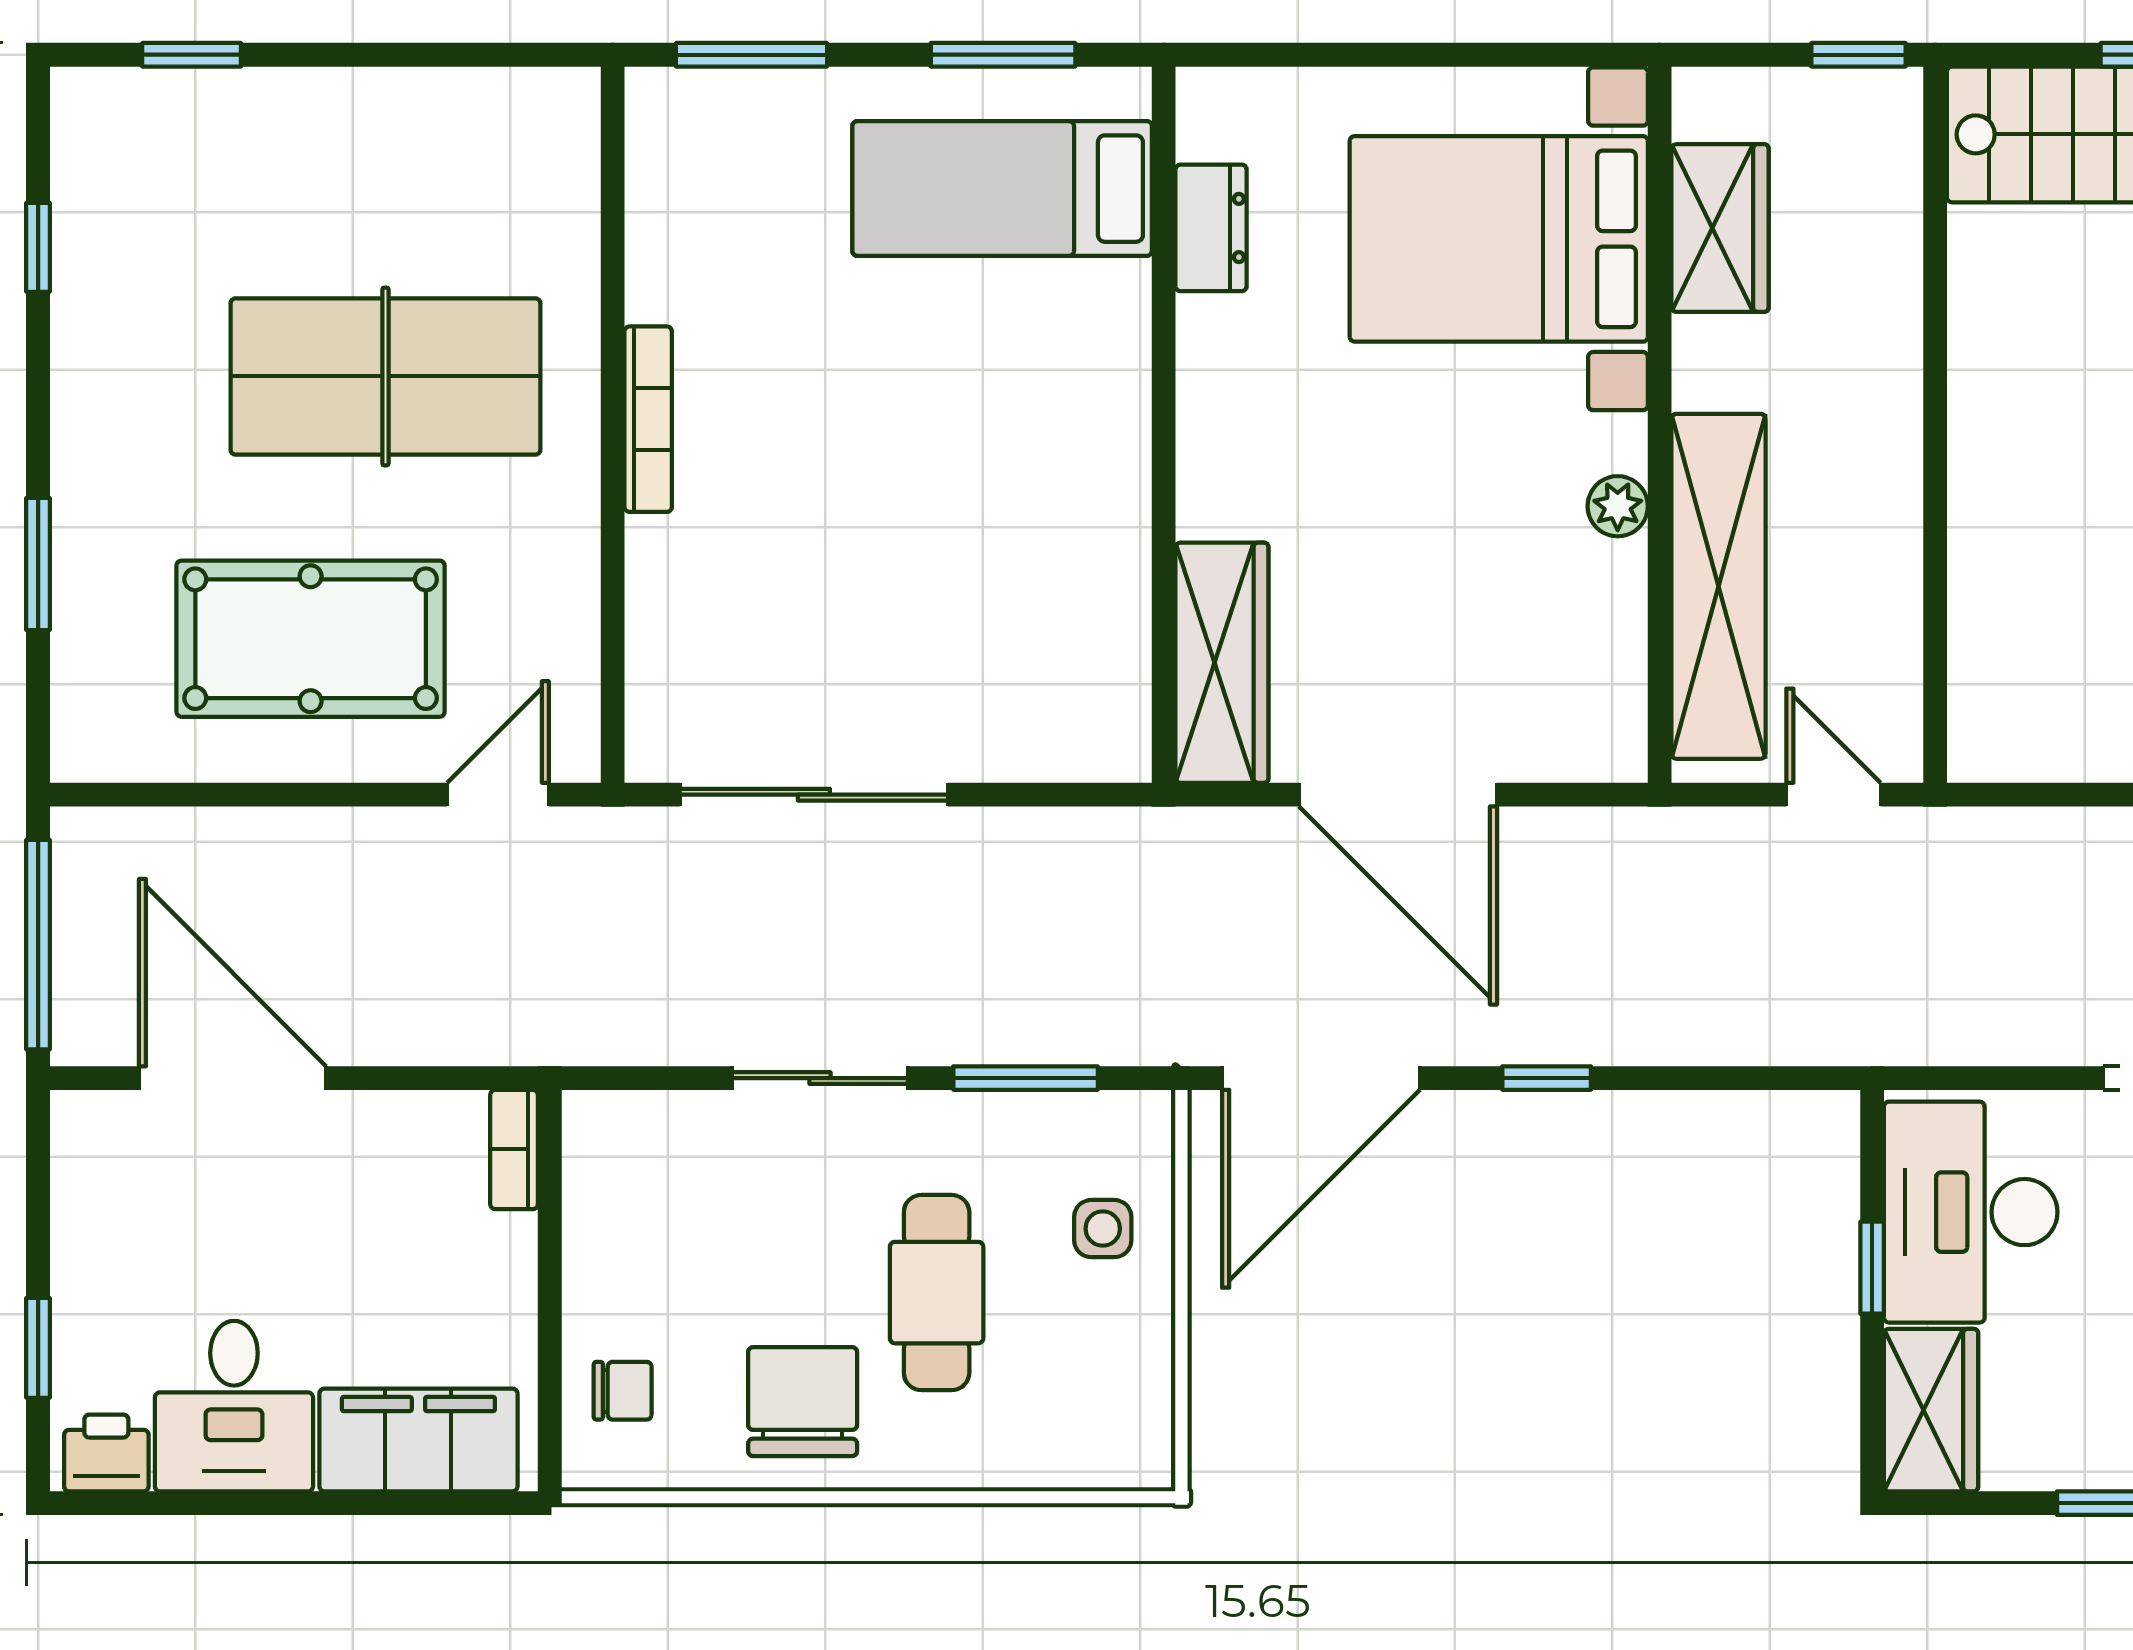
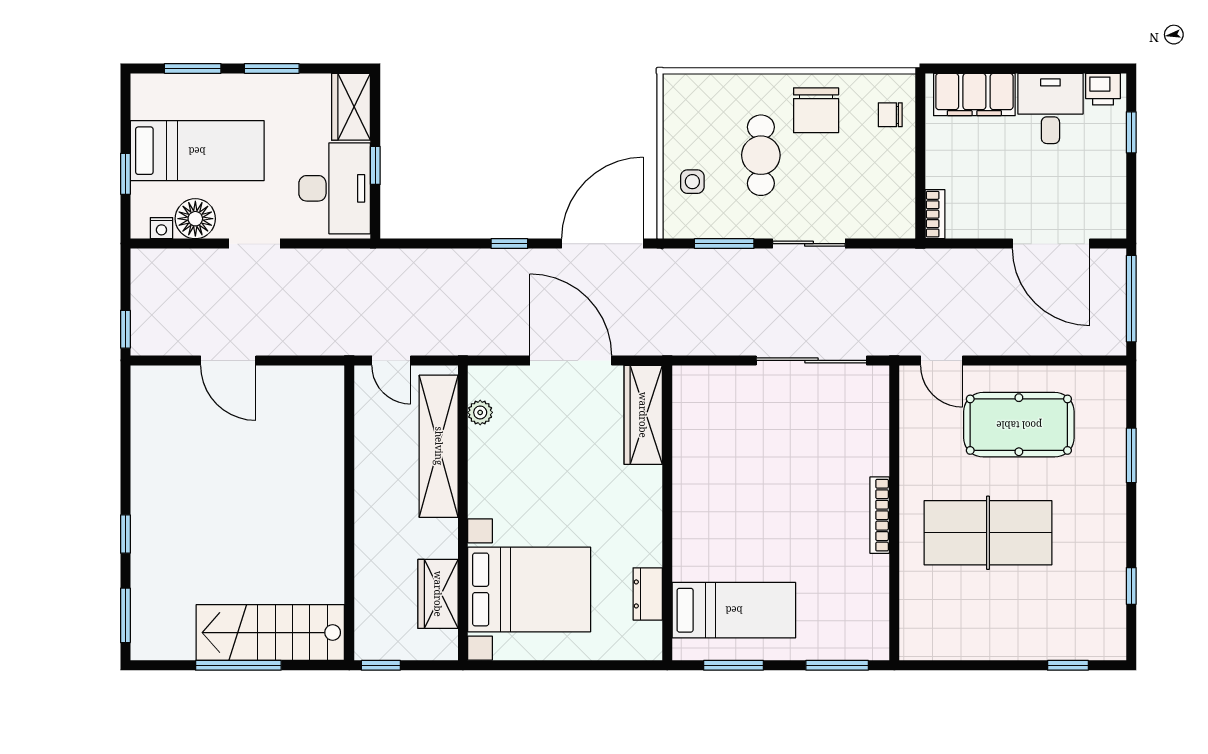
plant: (1618, 506) -> (480, 412), moved
door: (498, 795) -> (942, 360), hinge flipped

